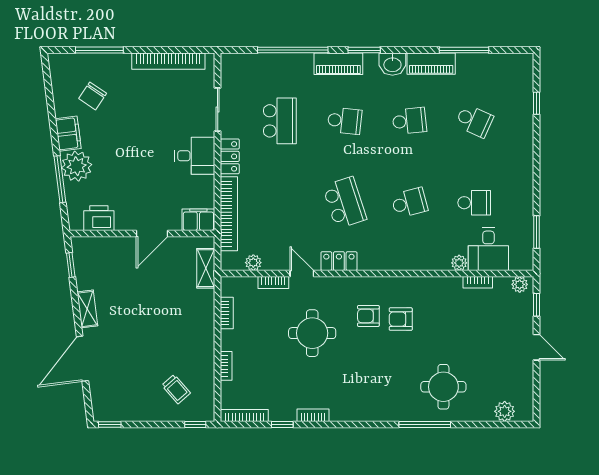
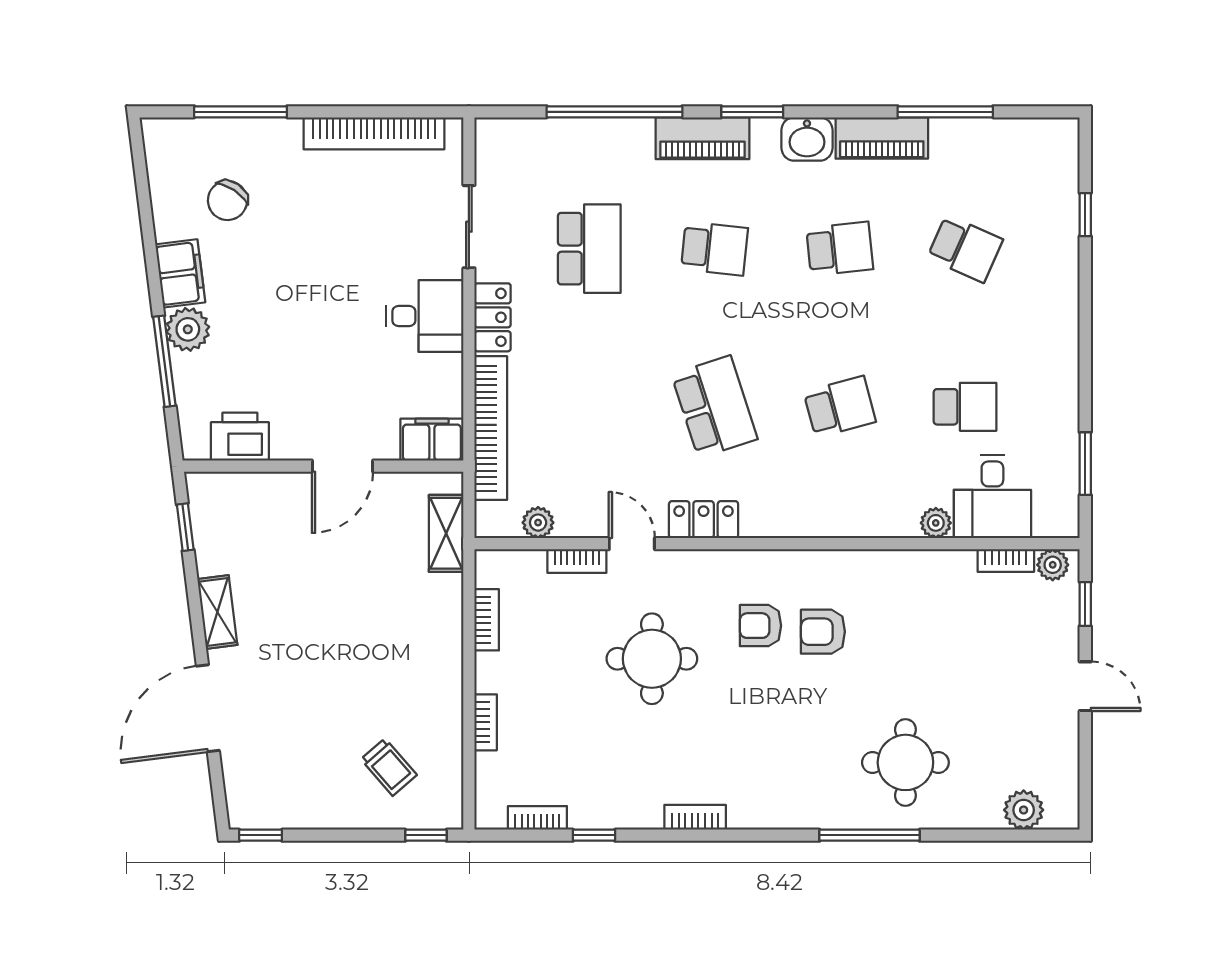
plant: (77, 166) -> (188, 329), width x0.73, depth x0.73
bookcase: (478, 282) -> (1006, 560), moved
bookcase: (244, 415) -> (537, 818), width x0.64
bookcase: (313, 415) -> (695, 817), moved

